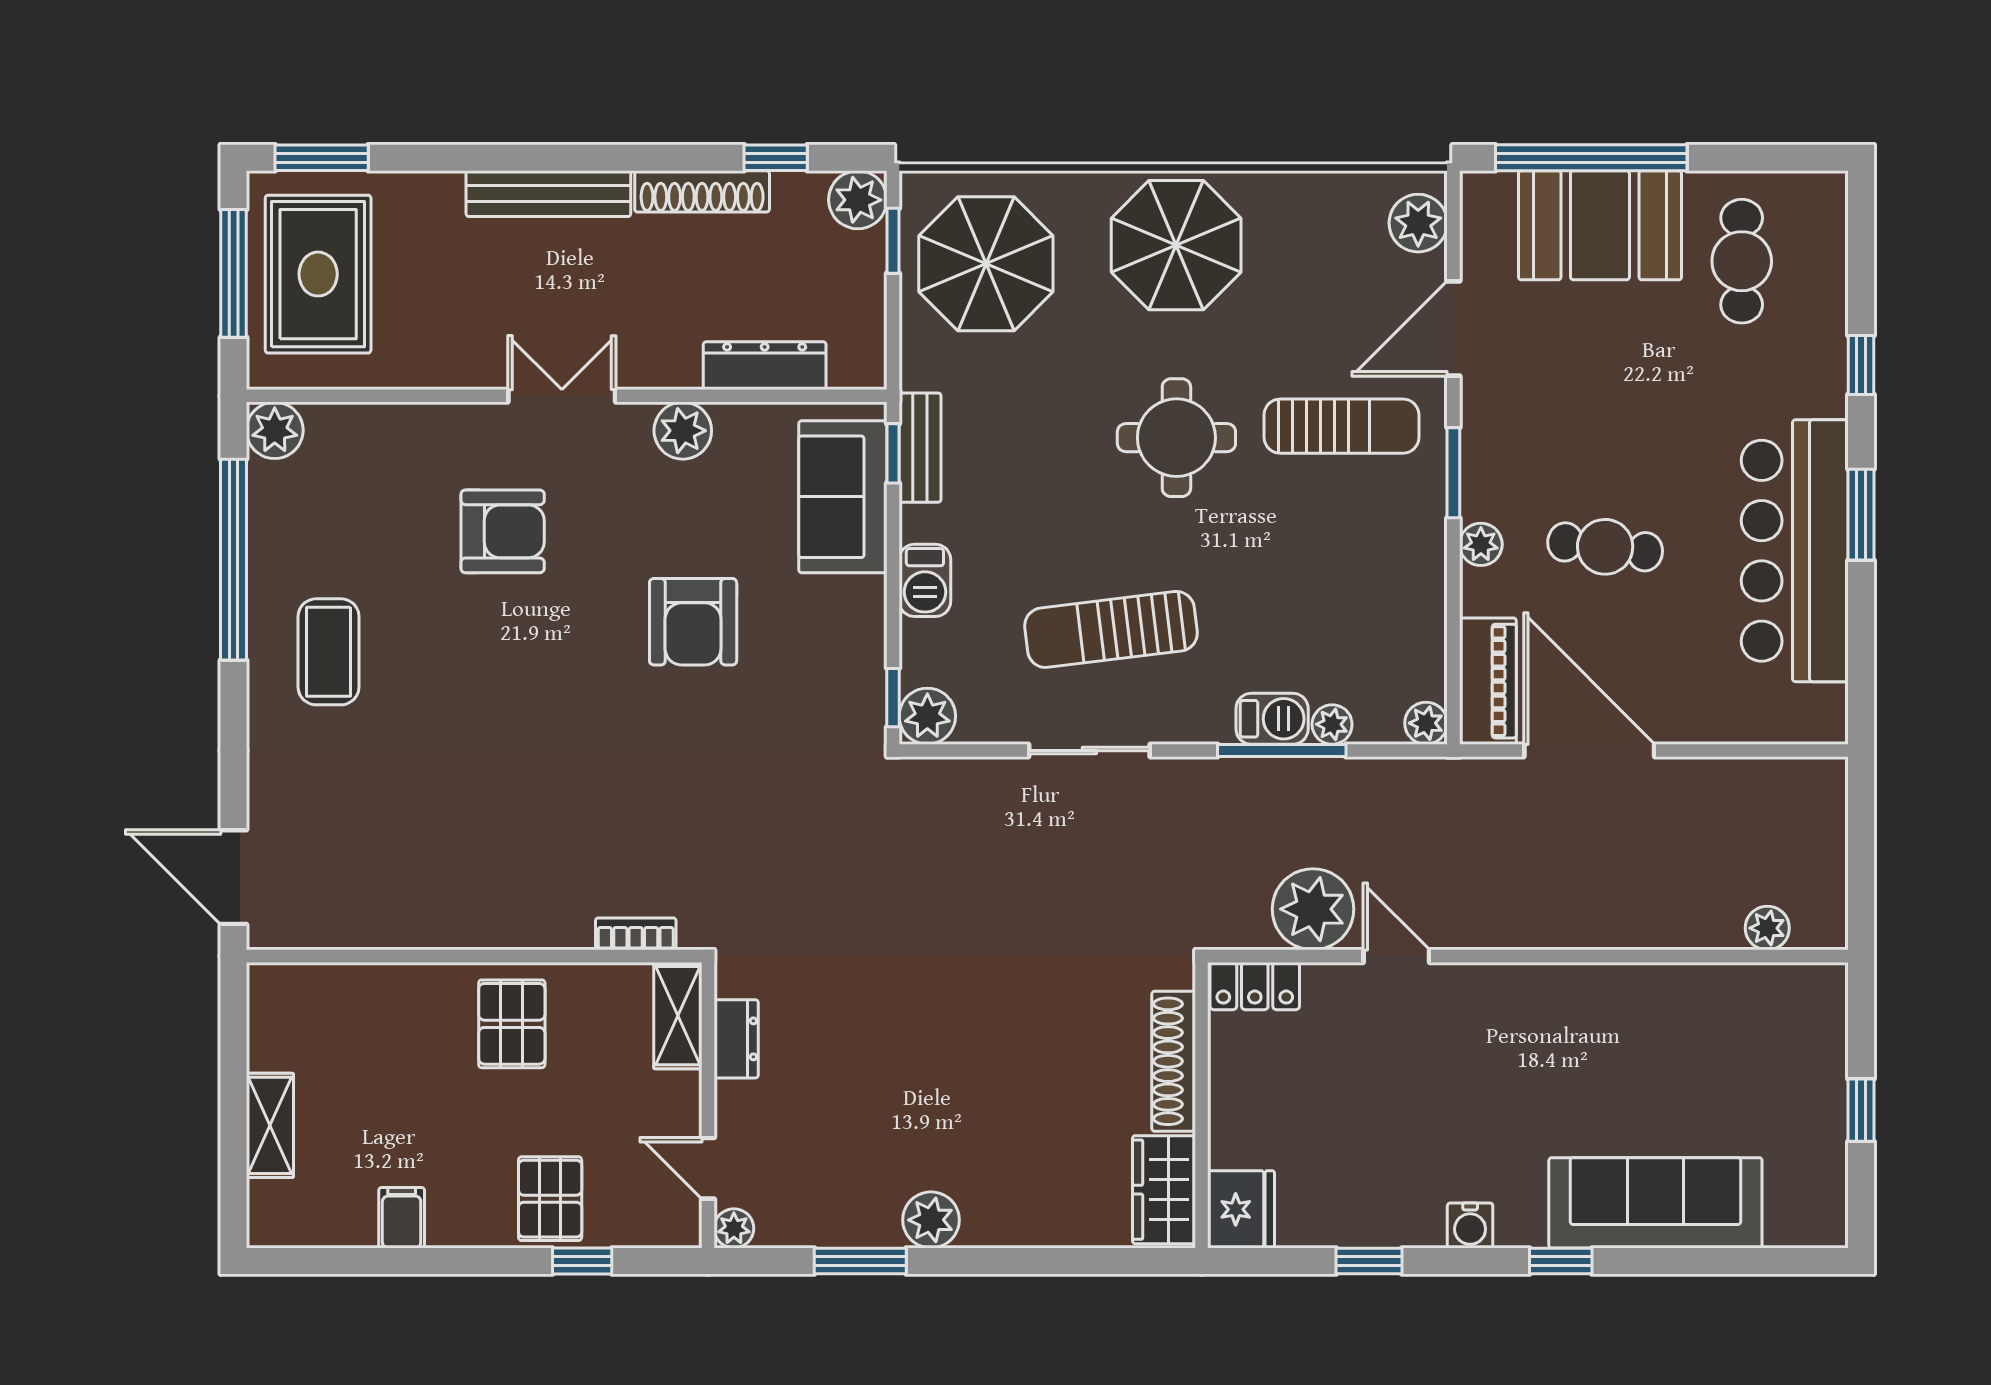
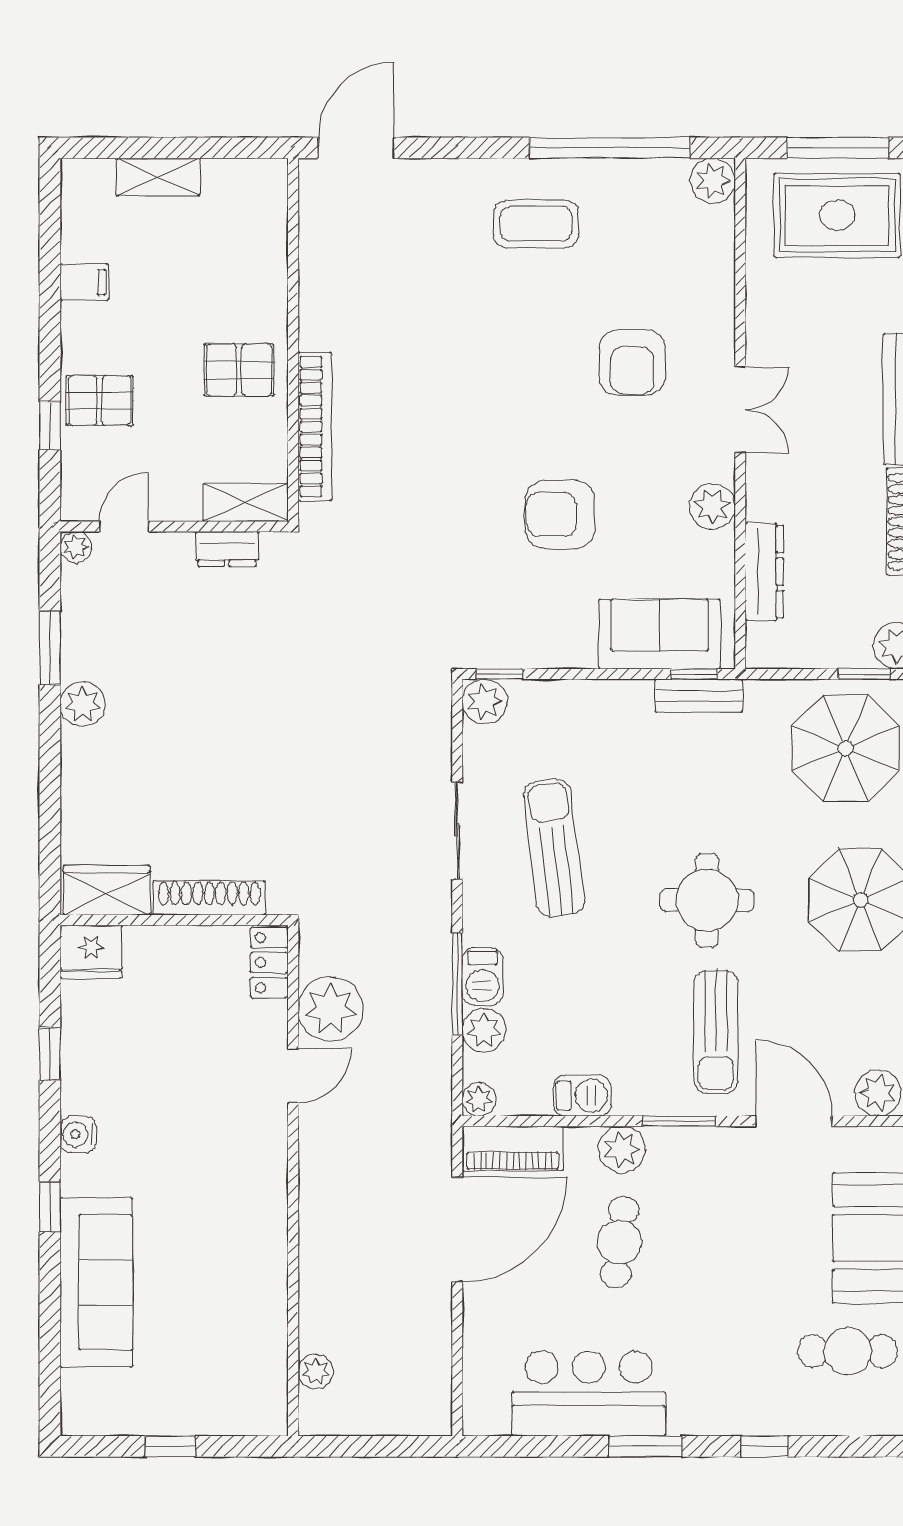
plant: (1481, 544) -> (622, 1149), width x1.38, depth x1.38
bar counter: (1795, 551) -> (589, 1393), width x0.73
barbecue: (925, 580) -> (582, 1096), moved, turned 180
plant: (1332, 724) -> (484, 1030), width x1.38, depth x1.38
bookcase: (636, 934) -> (315, 427), width x2.31, depth x1.31

